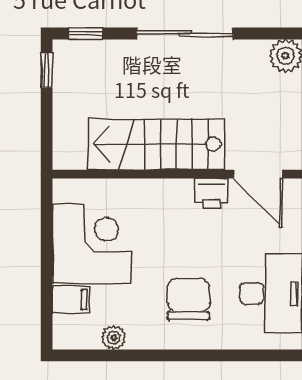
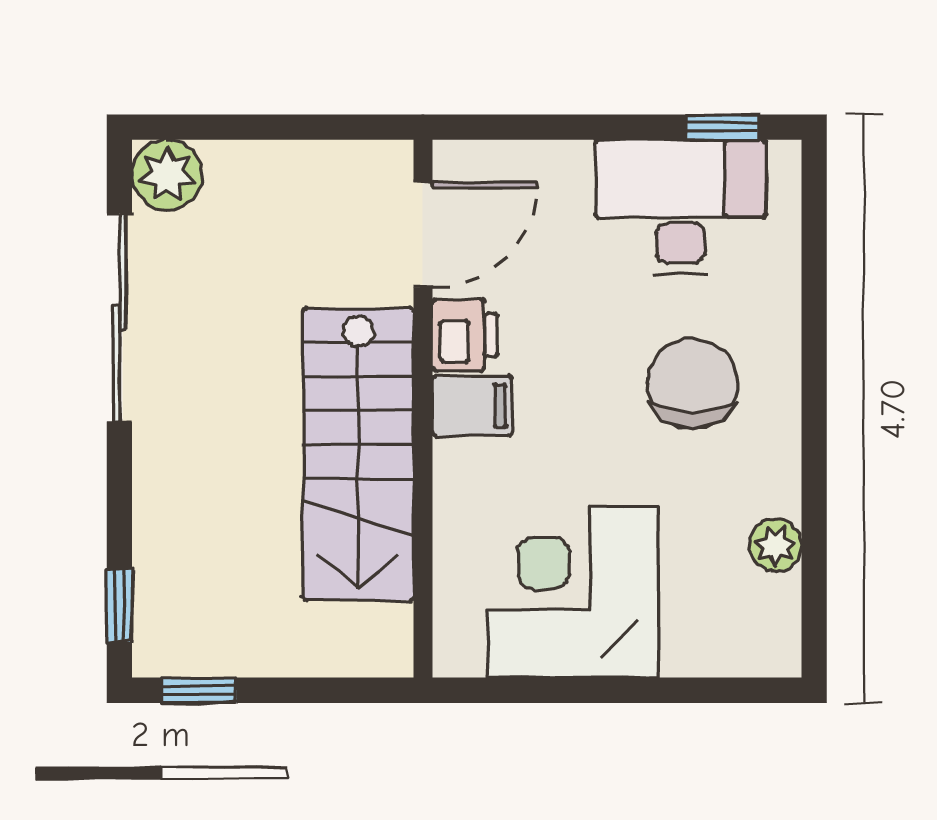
sliding door: (185, 33) -> (119, 317), moved
filing cabinet: (71, 299) -> (472, 406), moved, turned 90
chair: (189, 299) -> (693, 384), turned 90

